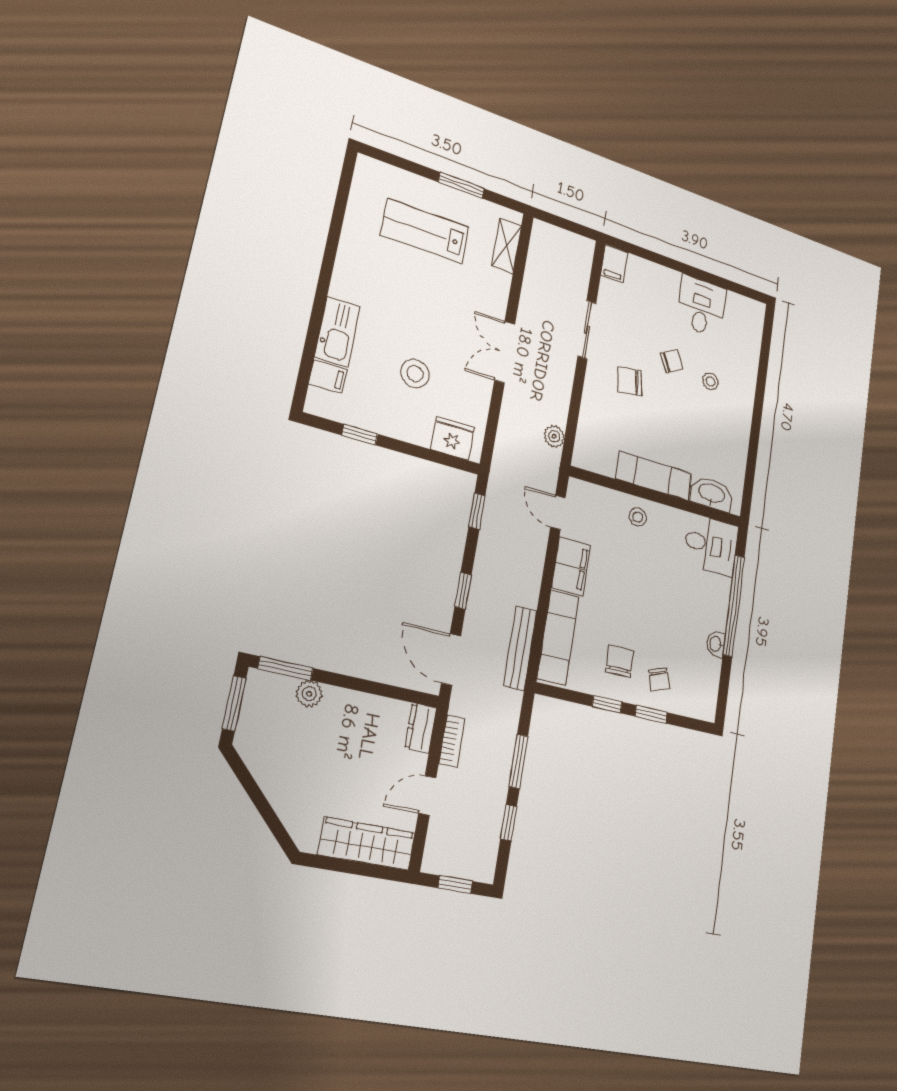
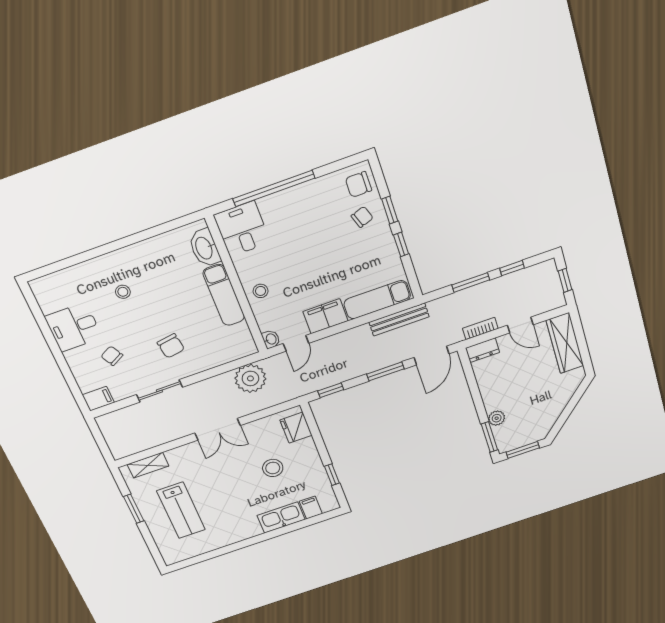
chair: (672, 361) -> (112, 356), moved
plant: (554, 436) -> (250, 378), width x1.87, depth x1.87
window: (463, 591) -> (385, 371), width x1.50
washbasin: (716, 644) -> (271, 339), moved, turned -90
chair: (620, 661) -> (358, 184), moved

